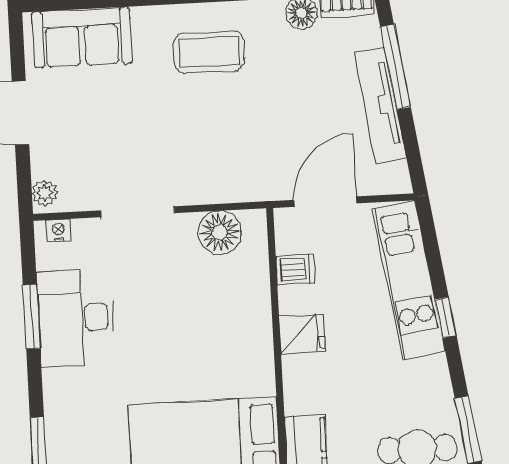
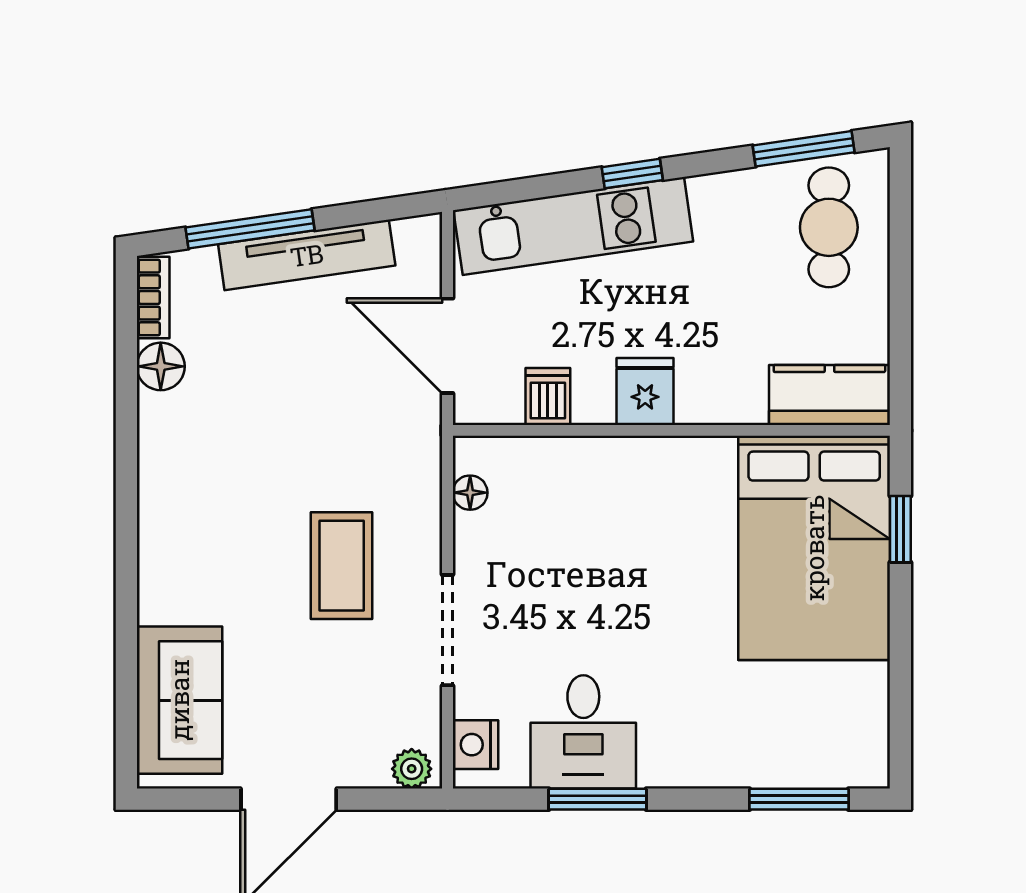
coffee table: (209, 52) -> (342, 566), moved
nightstand: (58, 231) -> (475, 745), width x1.39, depth x1.35
floor lamp: (220, 232) -> (470, 493), width x0.53, depth x0.53
desk: (76, 318) -> (583, 732), width x0.73

